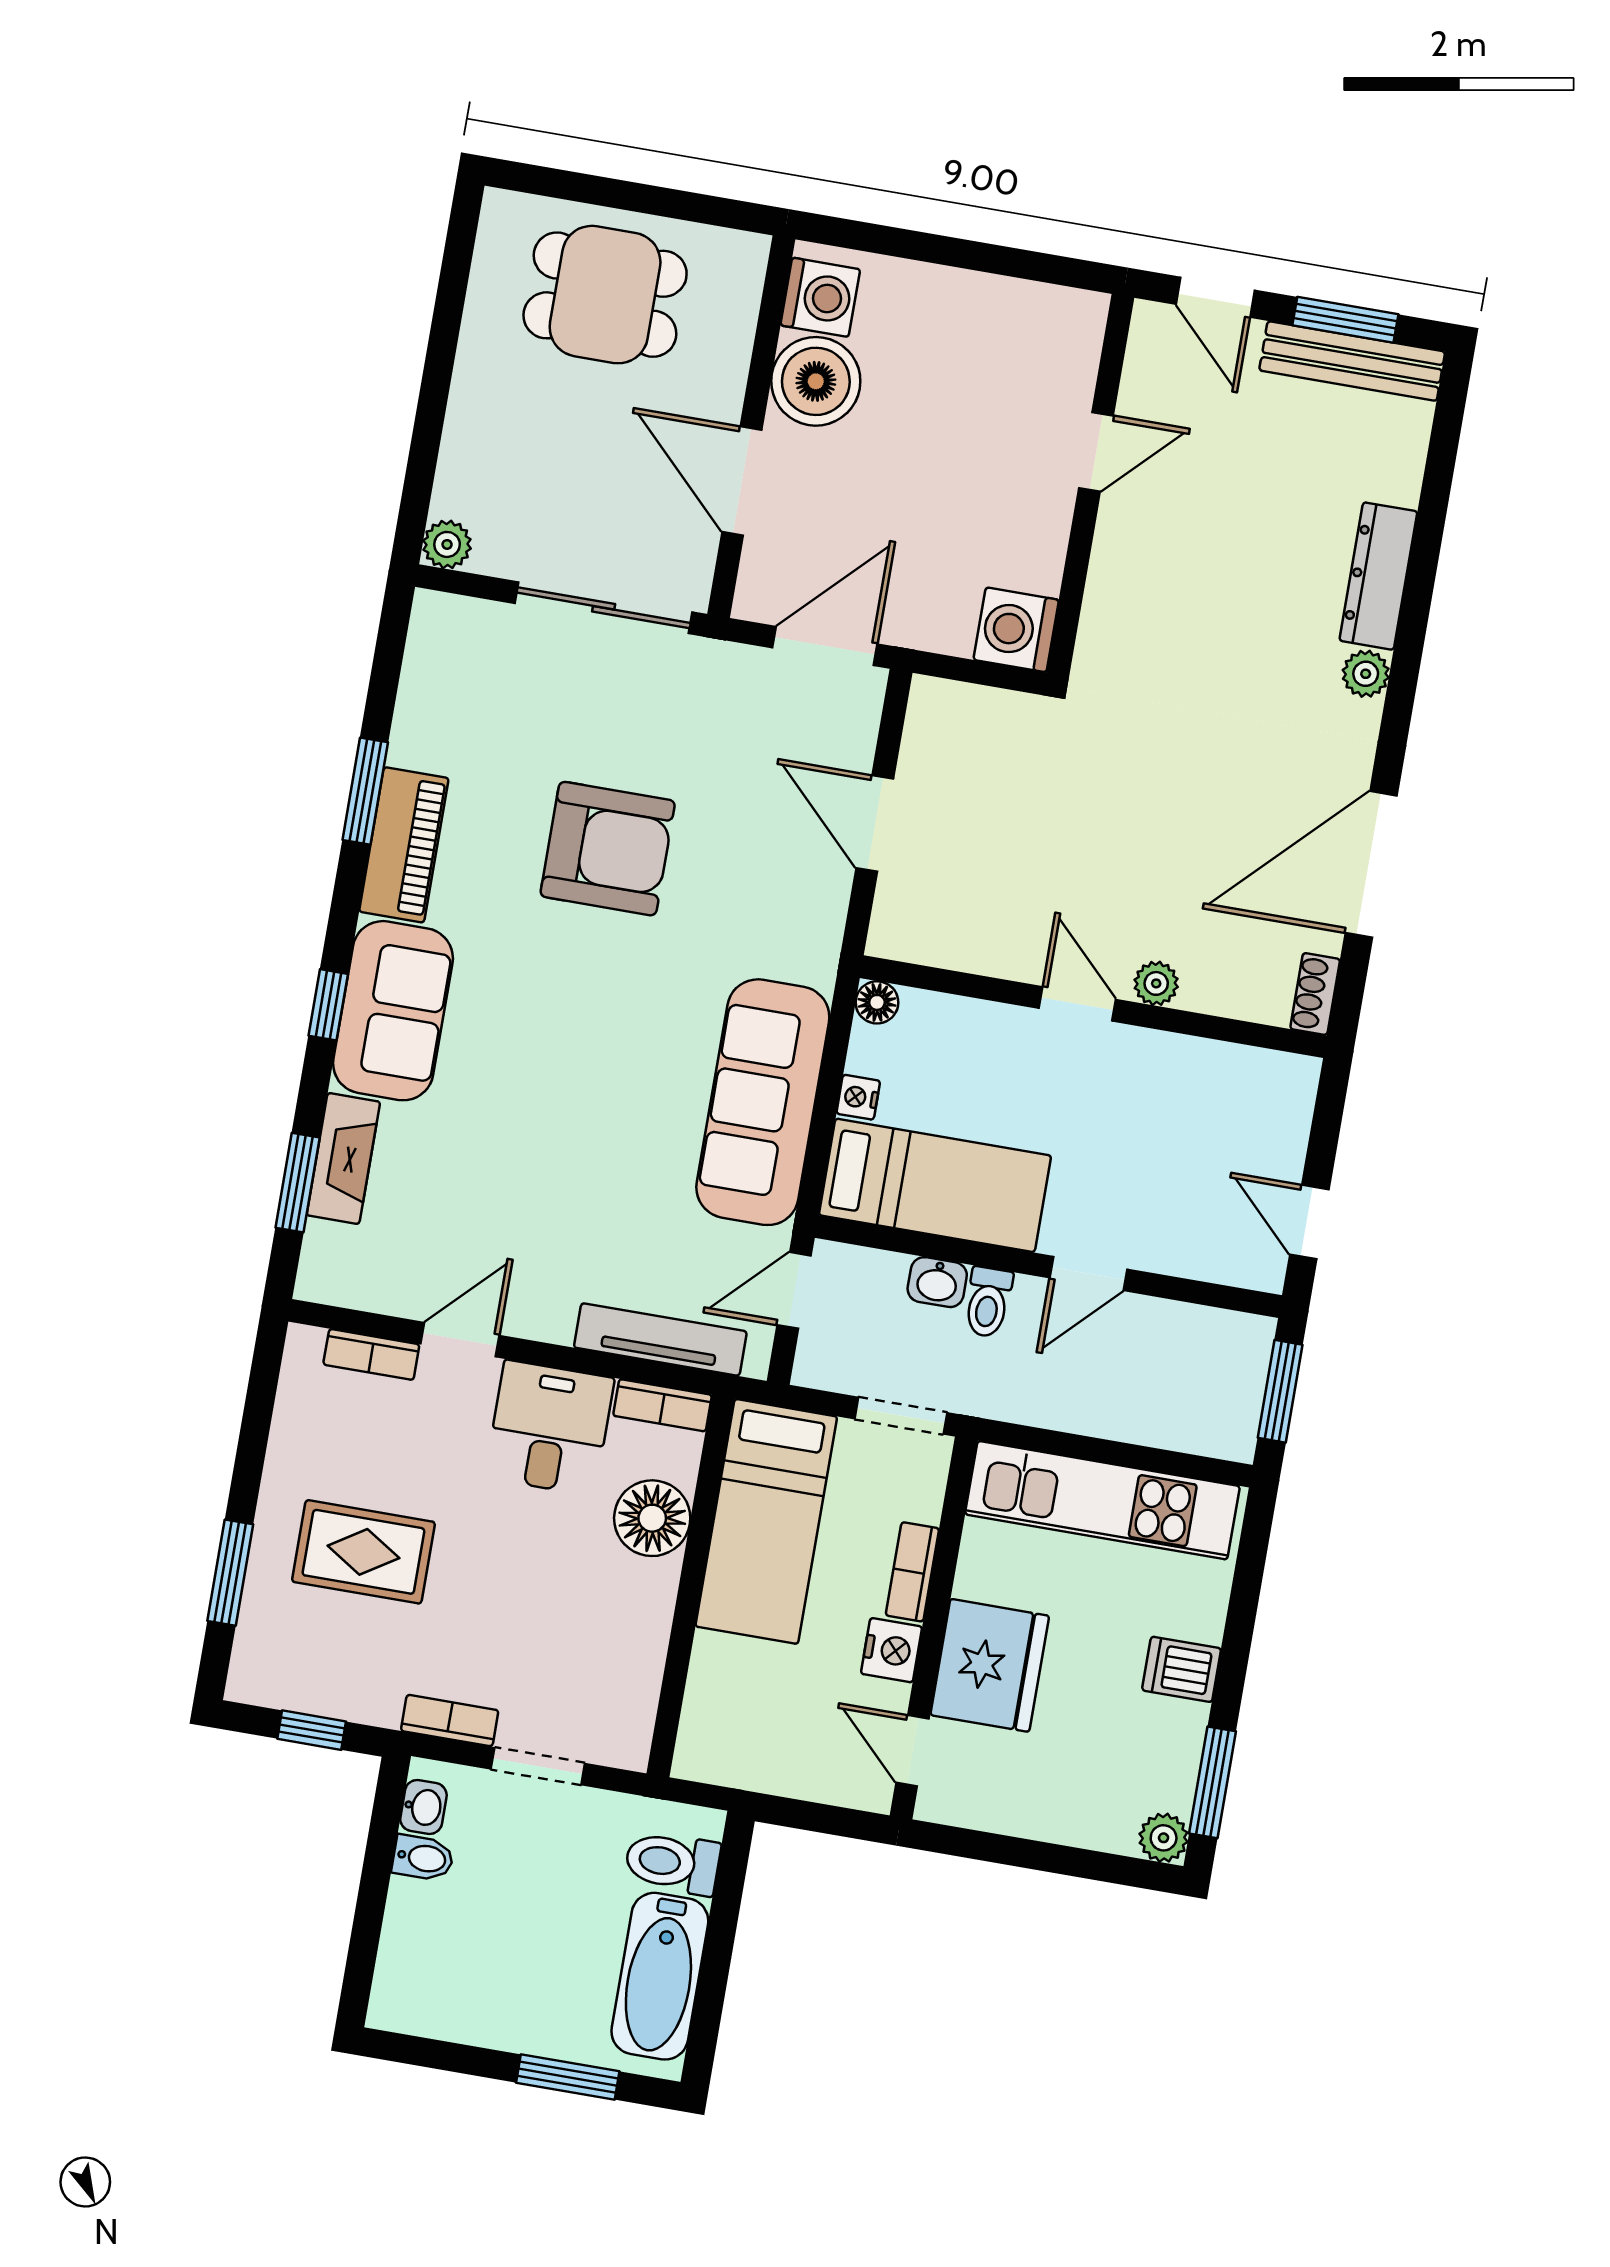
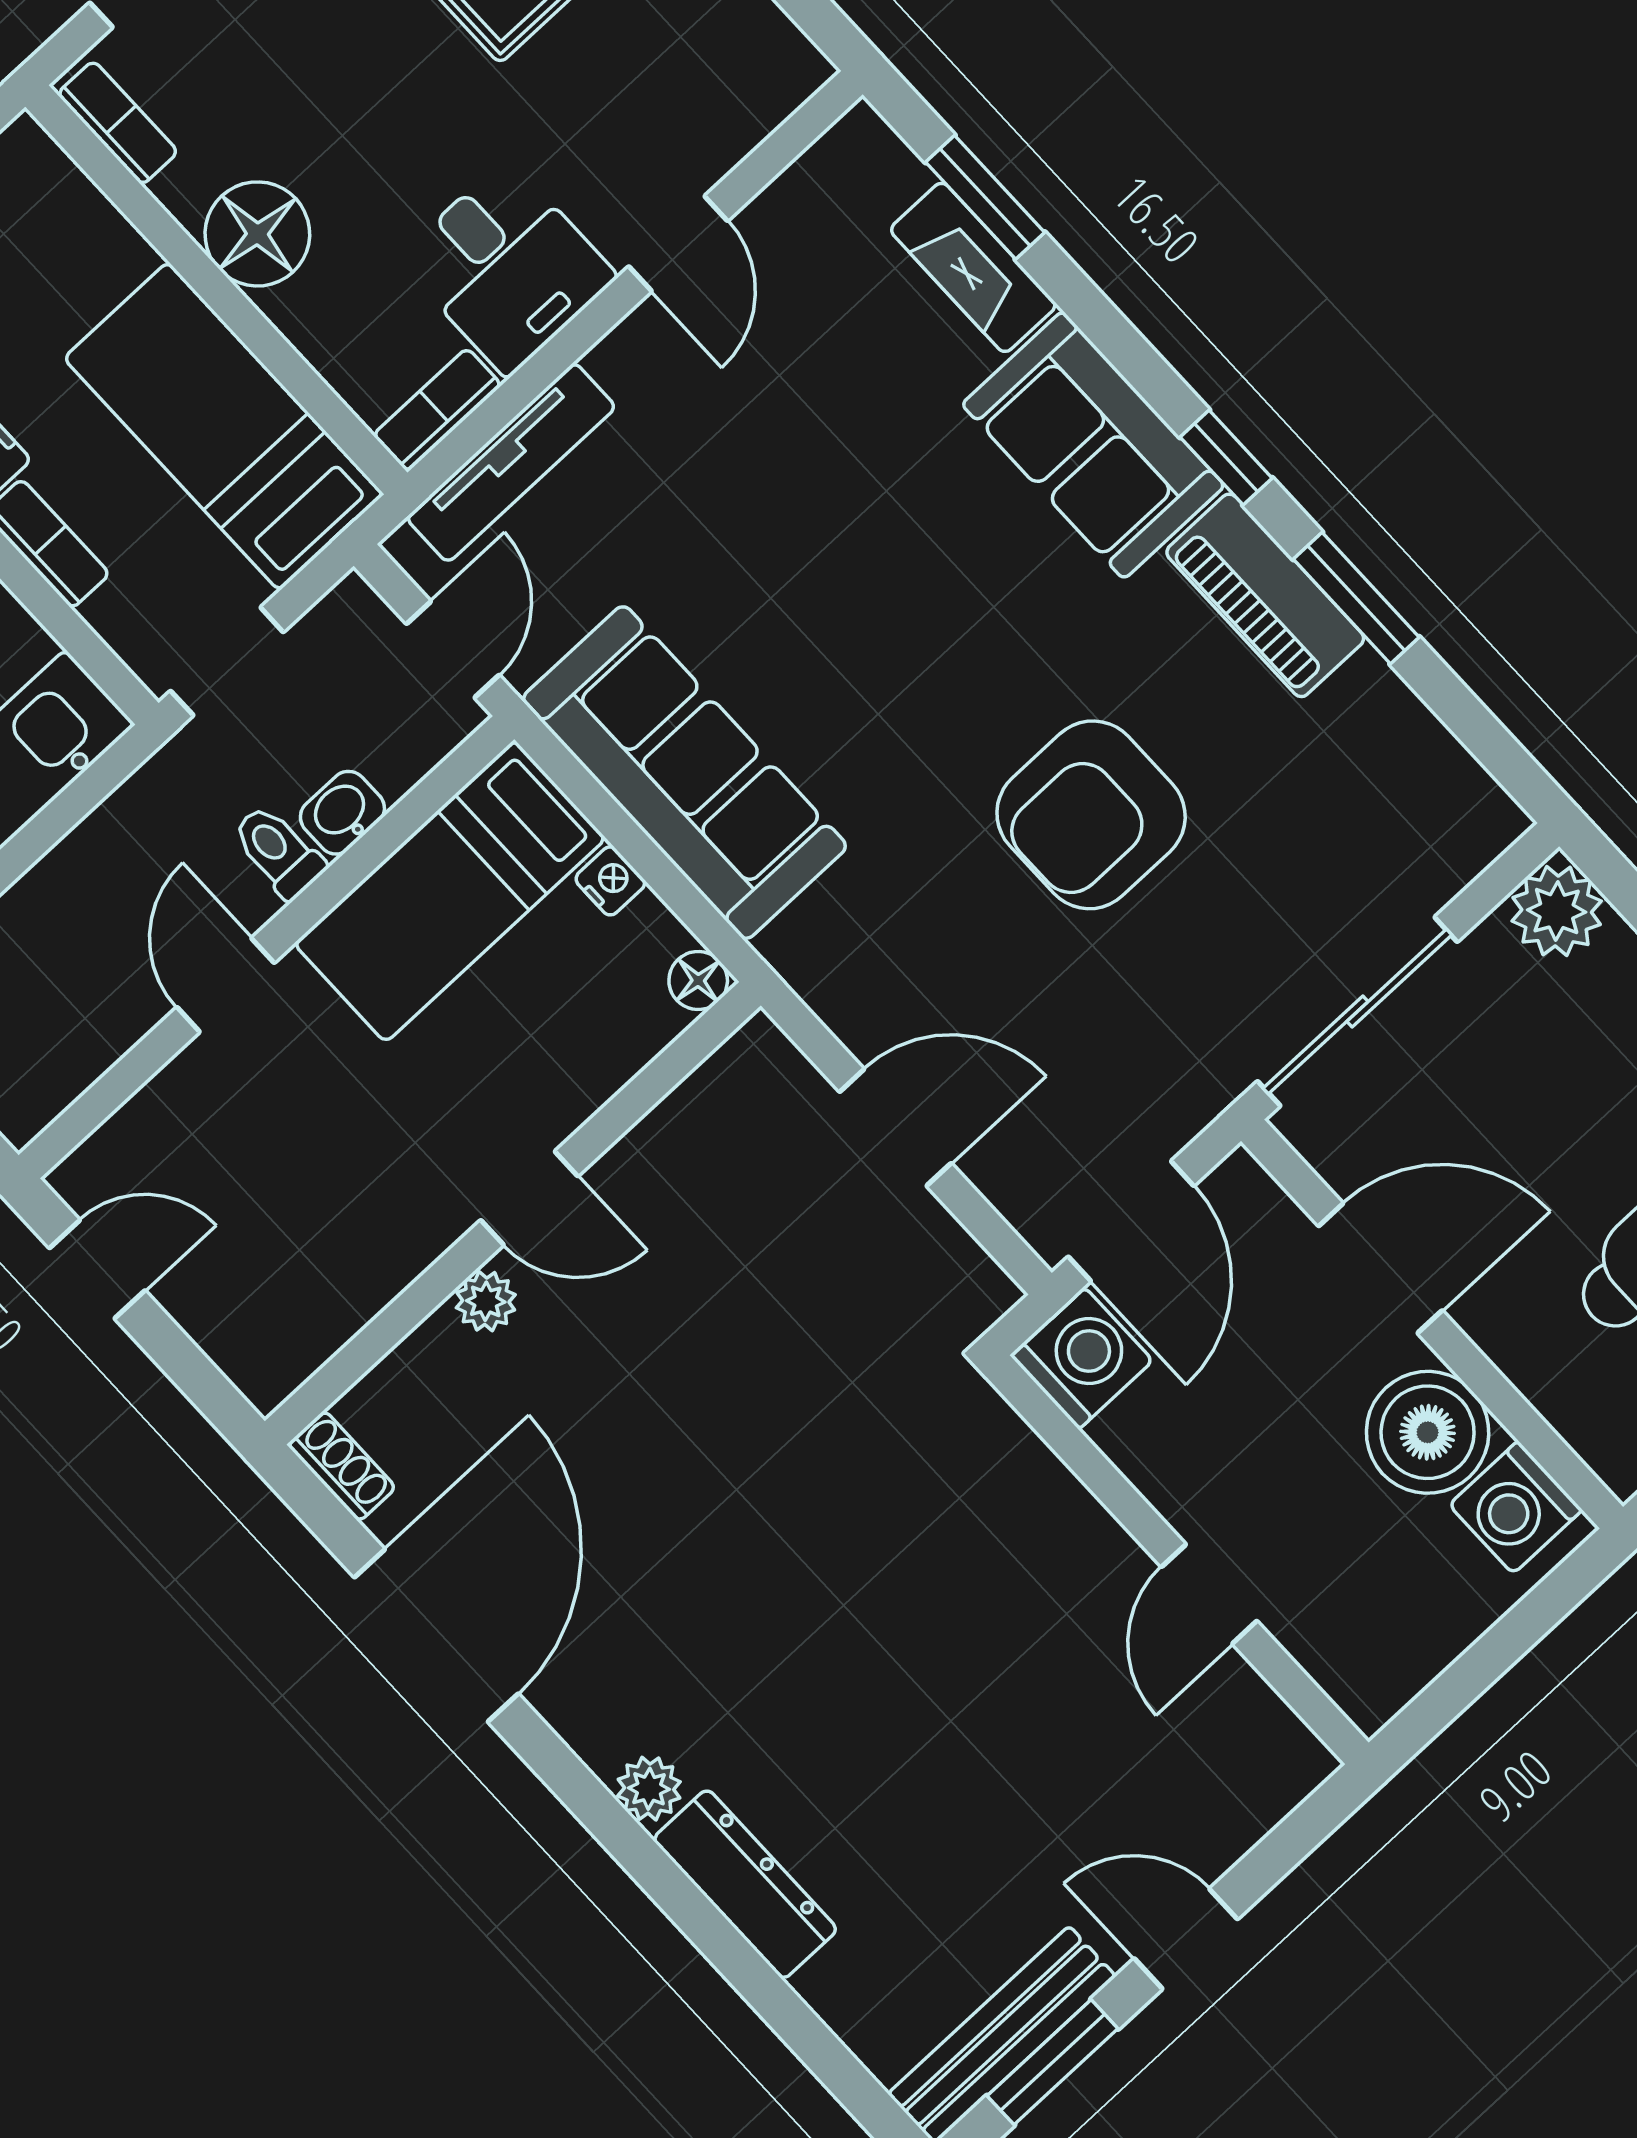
door: (1096, 452) -> (1209, 1594), moved
wall: (1090, 485) -> (1177, 1560), moved
plant: (447, 544) -> (1557, 911), width x1.38, depth x1.38
washing machine: (1016, 630) -> (1081, 1358), moved
window: (328, 1005) -> (1226, 458), moved
bookcase: (371, 1354) -> (118, 123), moved, turned 90
floor lamp: (652, 1518) -> (257, 234), moved

